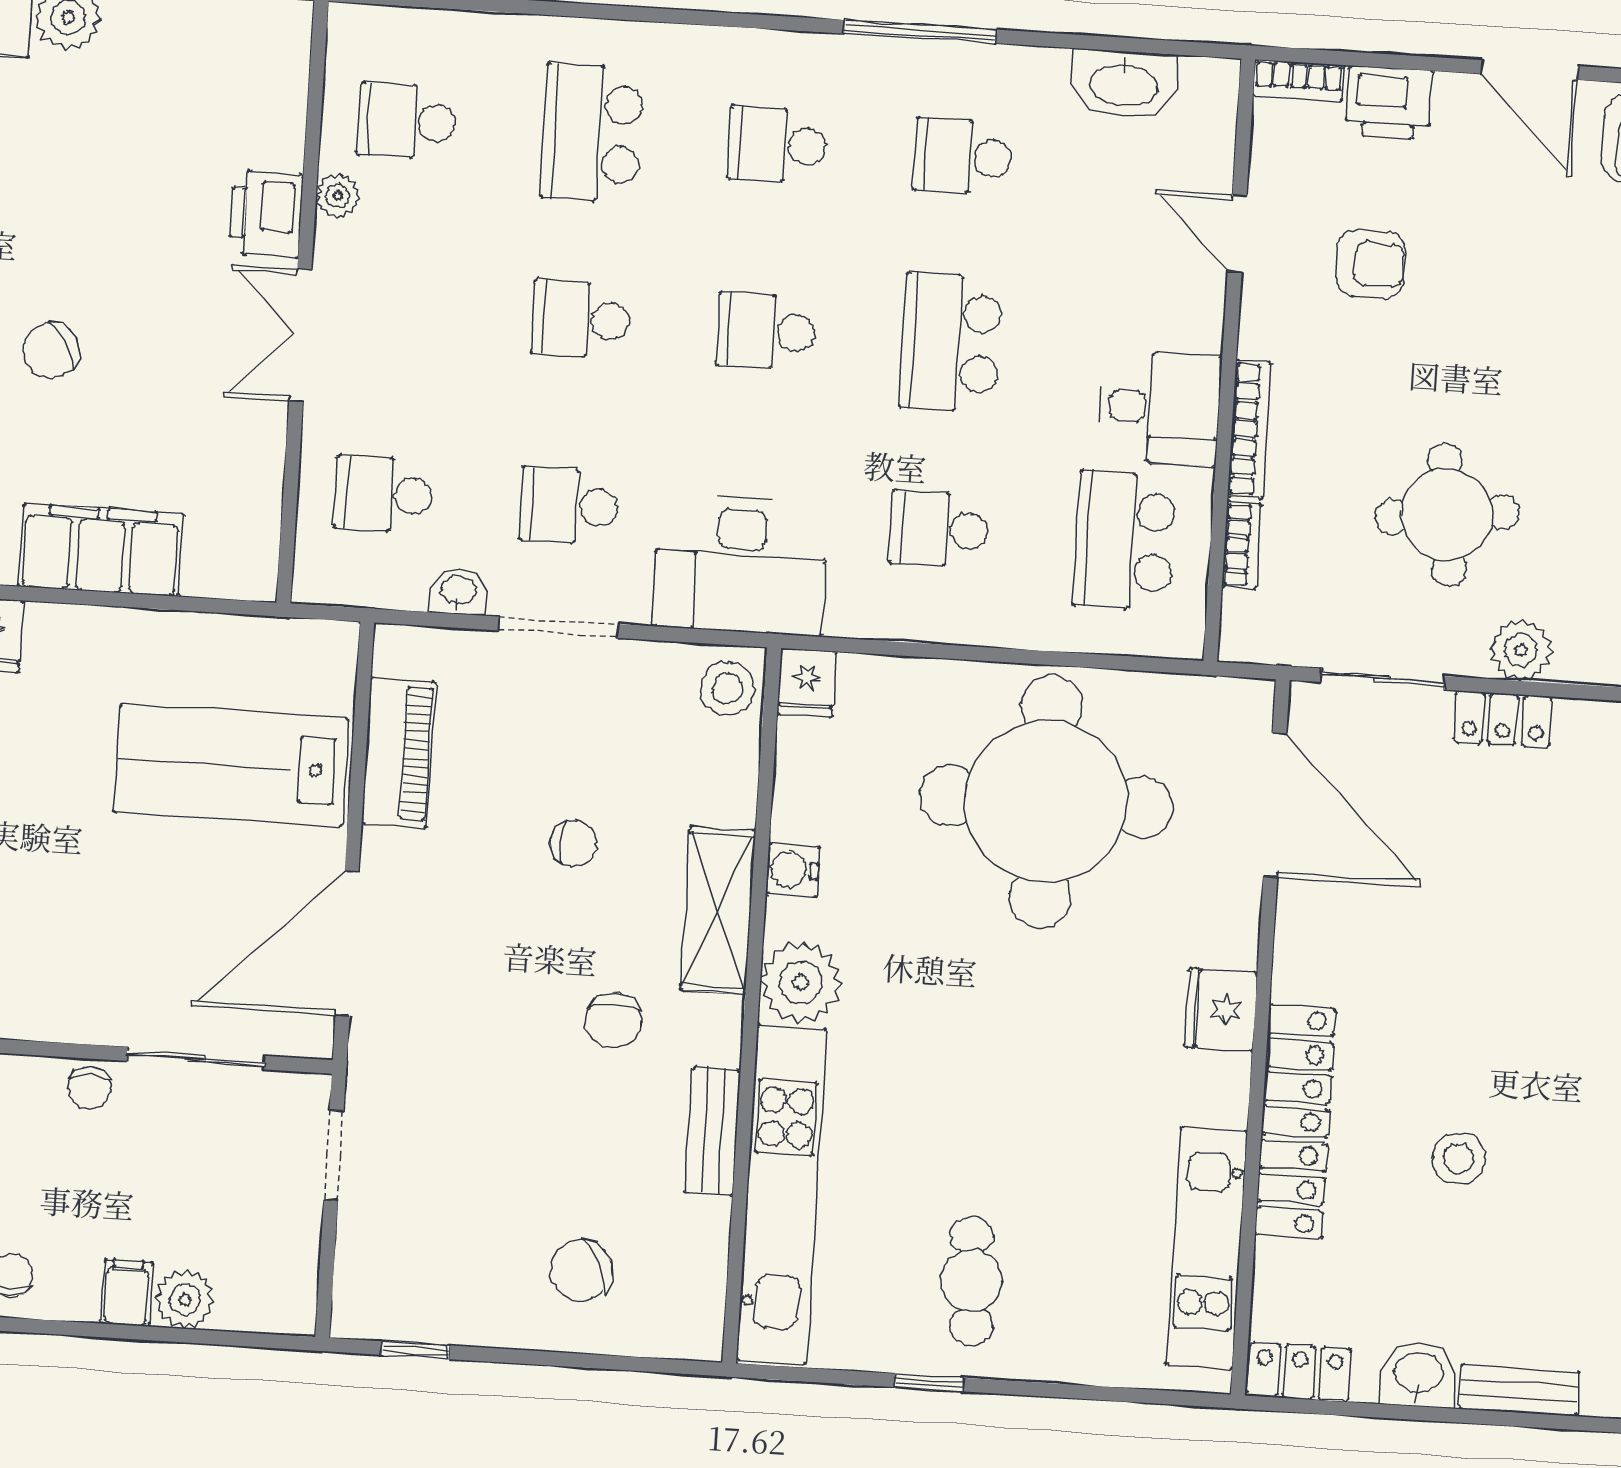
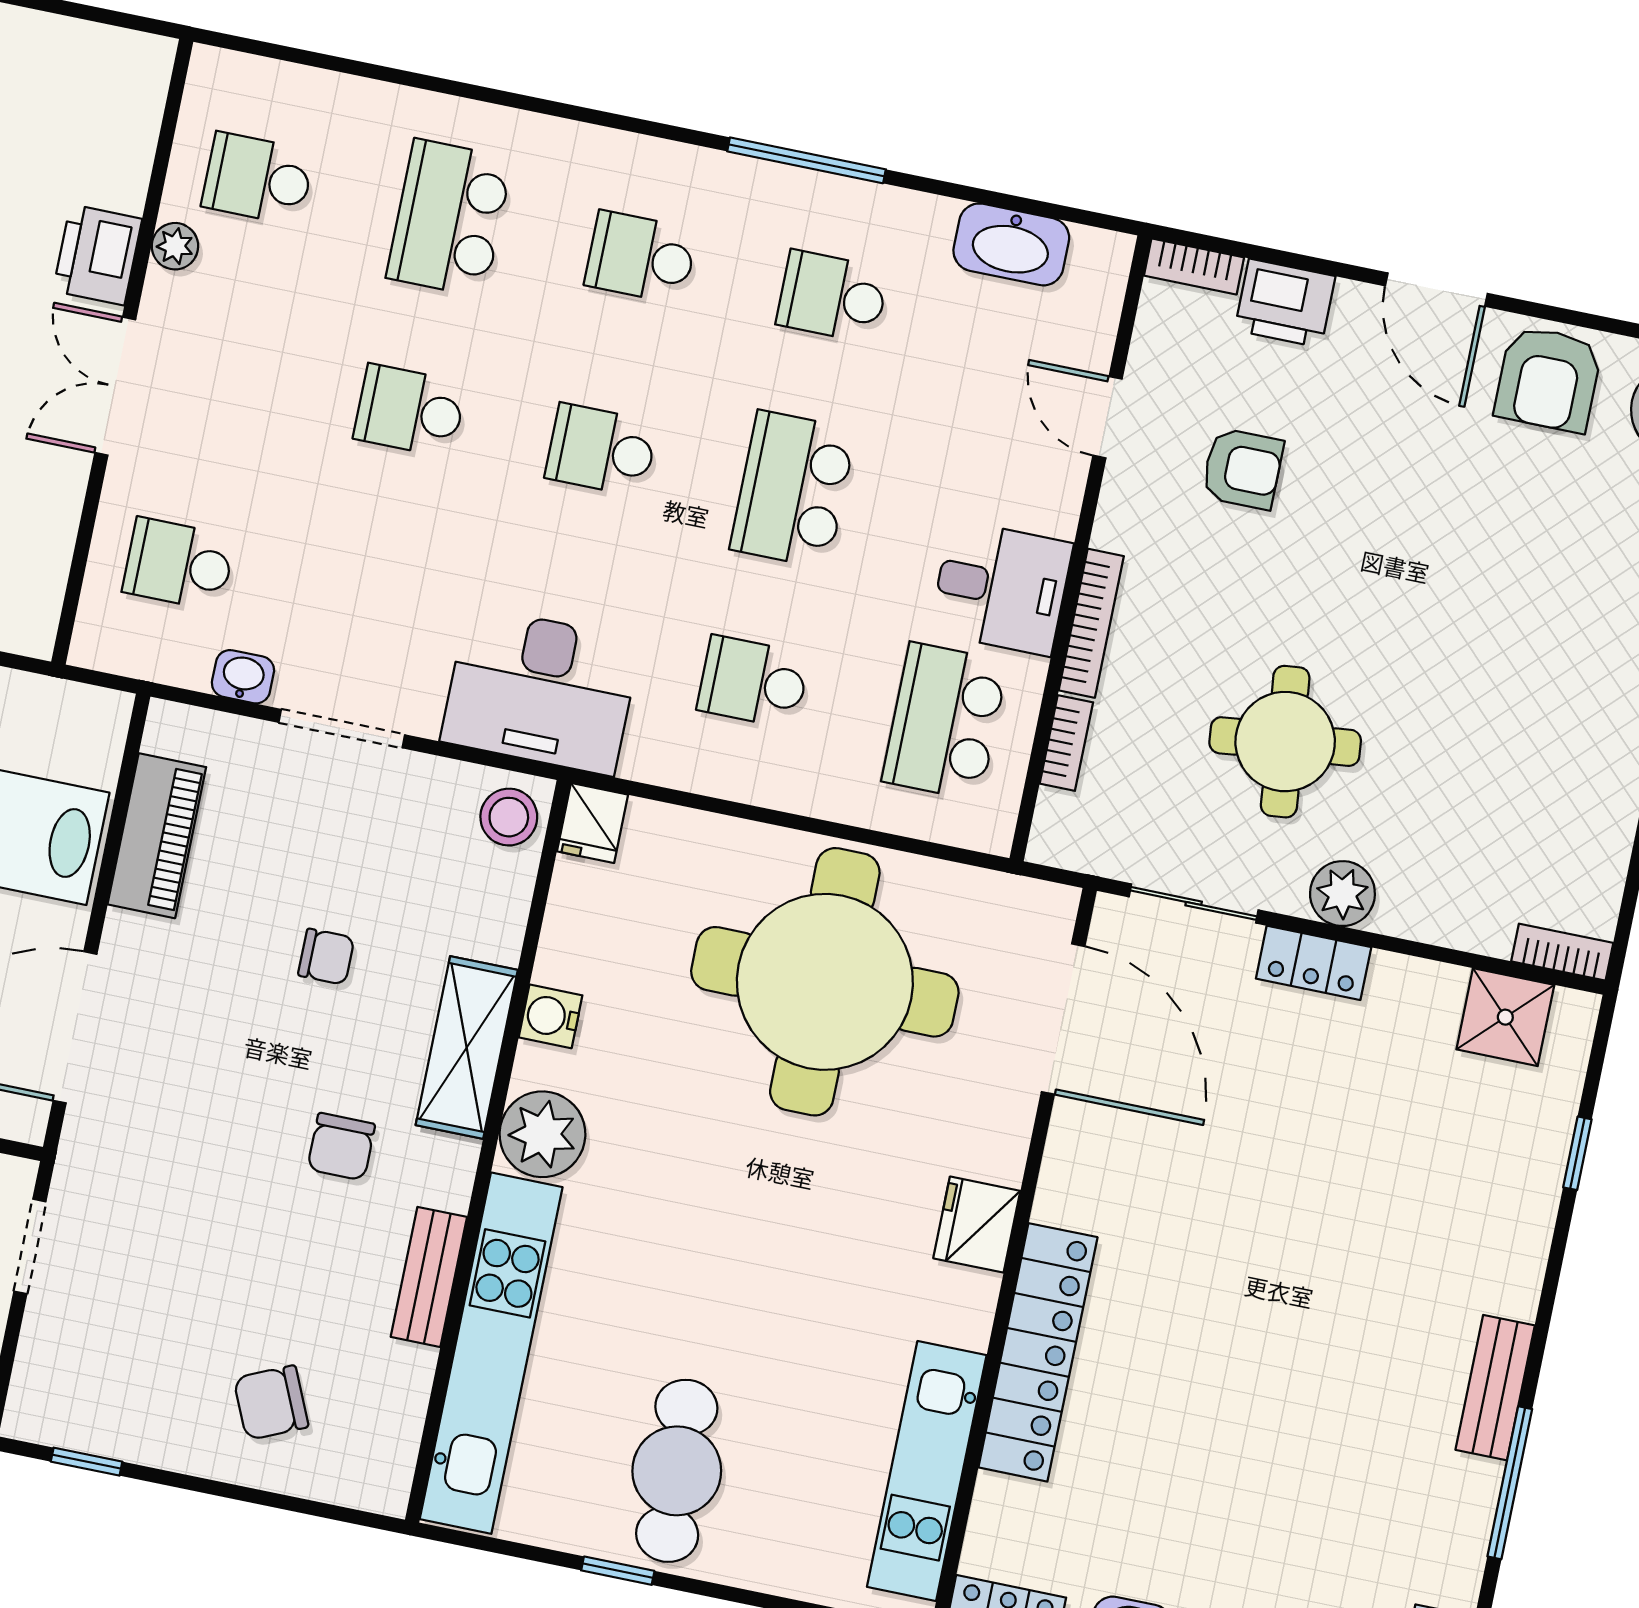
school desk: (569, 506) -> (370, 603), removed
stool: (1459, 1159) -> (1203, 1415), removed
cafe table: (971, 1281) -> (677, 1471), width x1.37, depth x1.35

